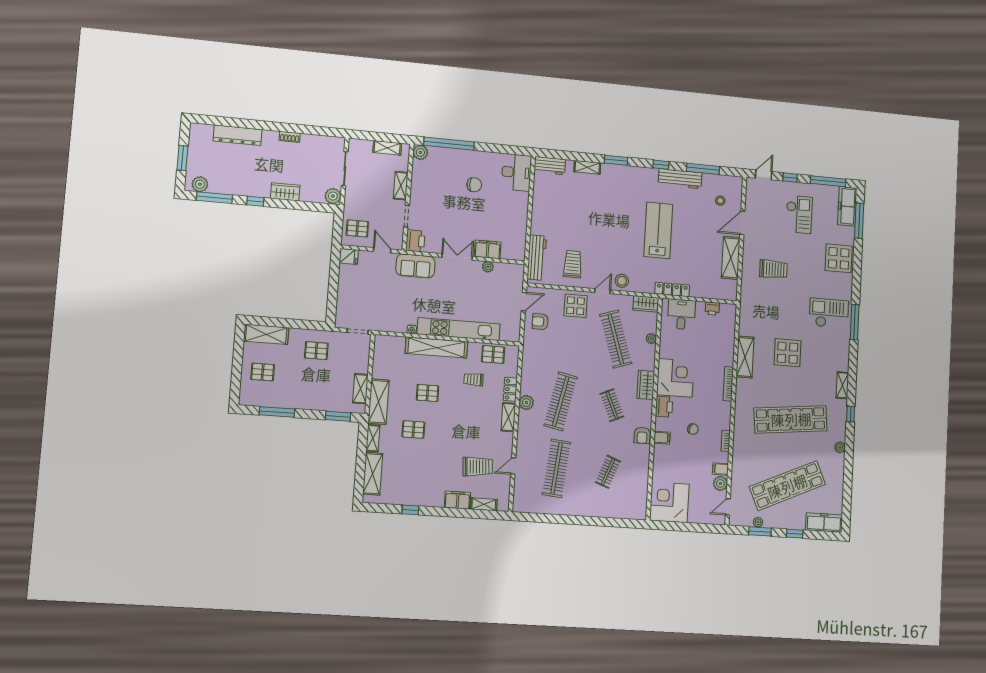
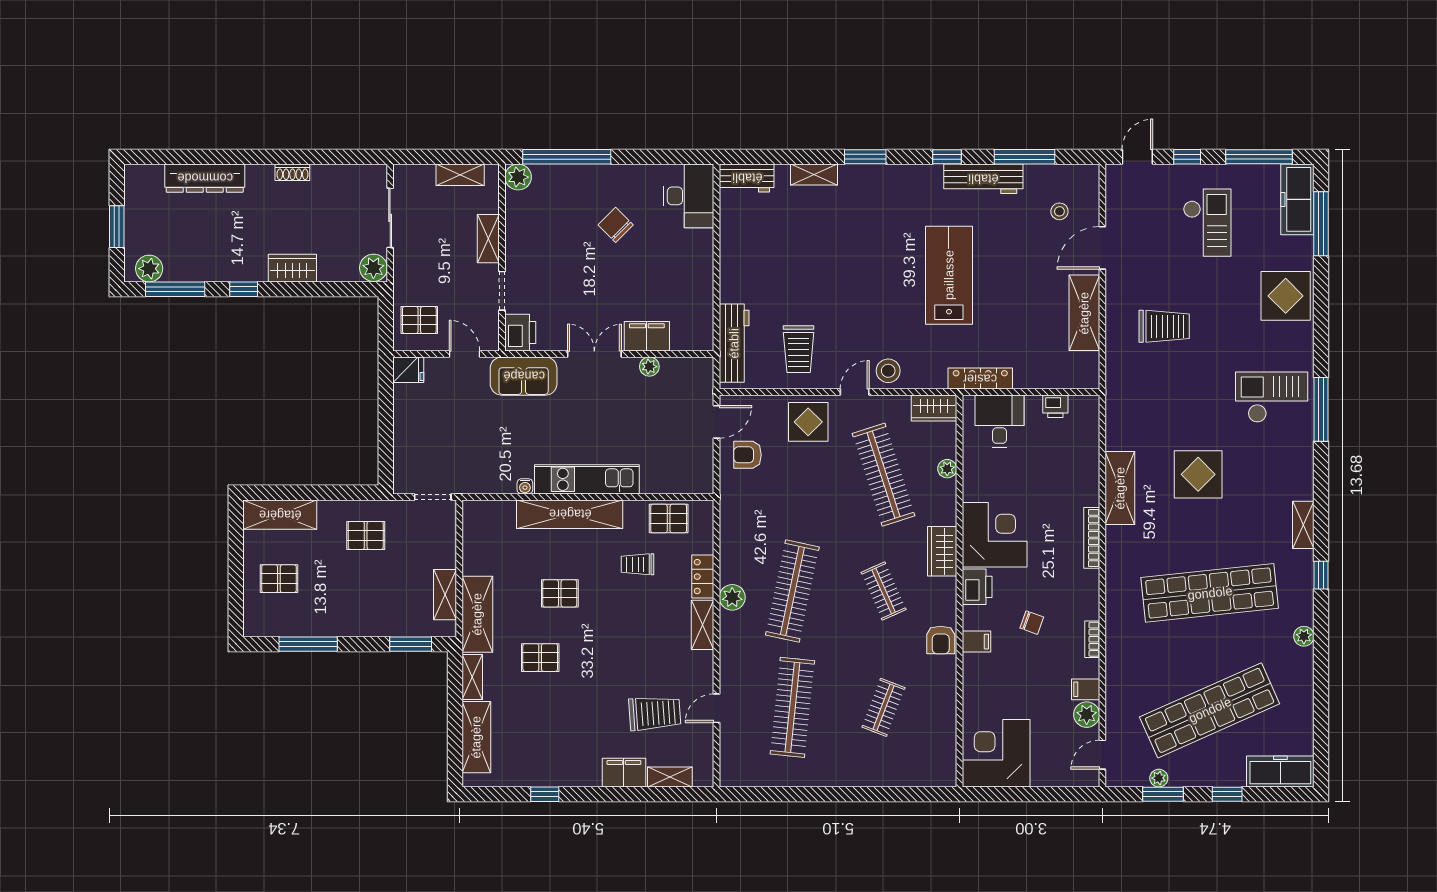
chair: (474, 185) -> (616, 225), turned -135
trolley: (573, 264) -> (799, 349), turned 180
kitchen unit: (459, 329) -> (587, 479), width x0.73

